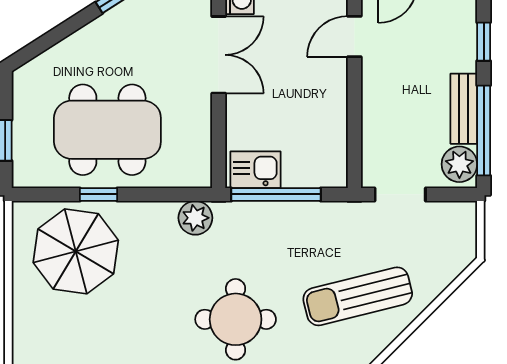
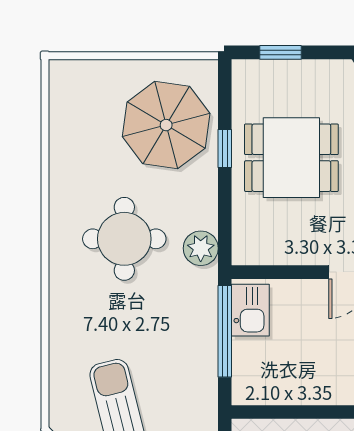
dining table: (107, 130) -> (291, 158), width x0.73
round table: (236, 319) -> (124, 239), moved

